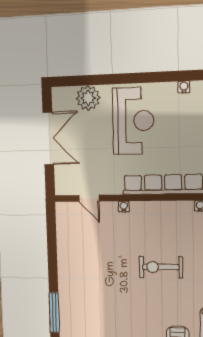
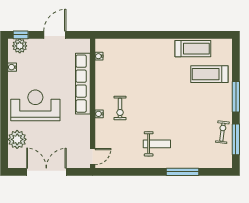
door: (89, 198) -> (93, 157), moved
exercise bike: (161, 267) -> (120, 108), moved, width x0.73, depth x0.72
weight bench: (88, 281) -> (157, 144), added

